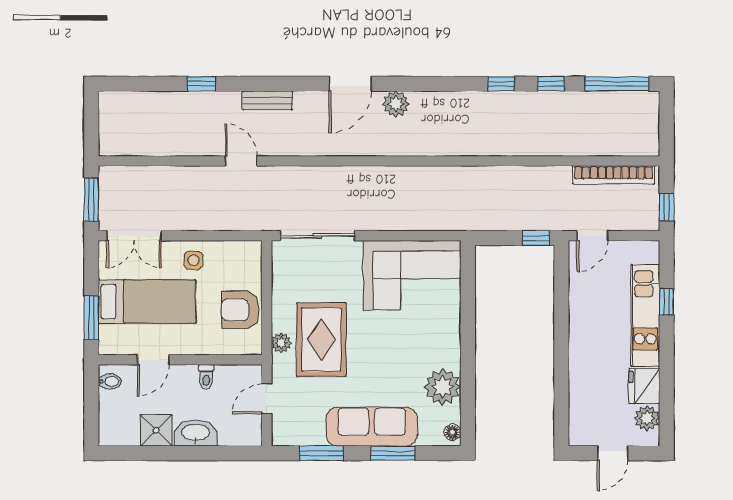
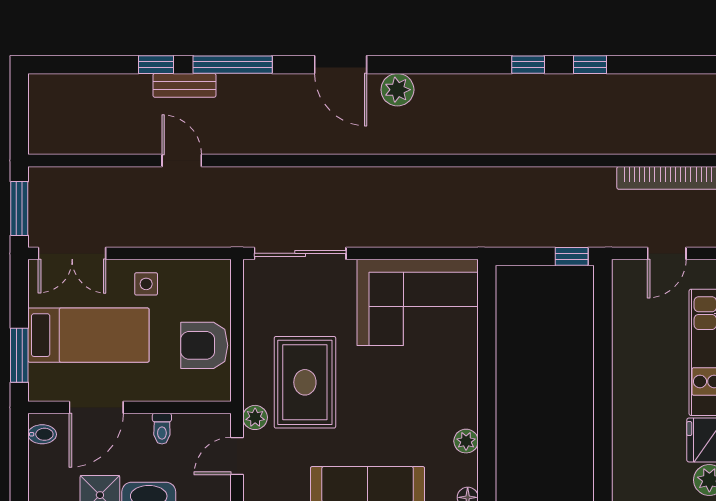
door: (350, 84) -> (341, 65), hinge flipped
window: (617, 84) -> (233, 65), moved
bench: (267, 100) -> (184, 85), moved
door: (241, 161) -> (182, 160), moved
door: (592, 236) -> (667, 253), moved
plant: (281, 343) -> (255, 417), moved
door: (153, 360) -> (96, 407), width x1.38
plant: (443, 387) -> (466, 441), width x0.53, depth x0.53

